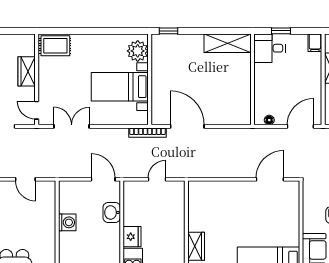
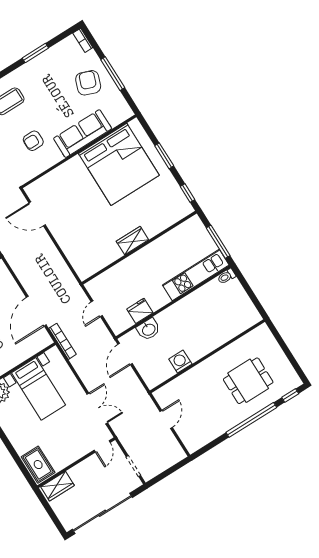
wardrobe: (27, 71) -> (58, 486), moved
double door: (72, 126) -> (97, 408), swing flipped
door: (157, 179) -> (97, 309), hinge flipped
fridge: (132, 237) -> (140, 311), moved

